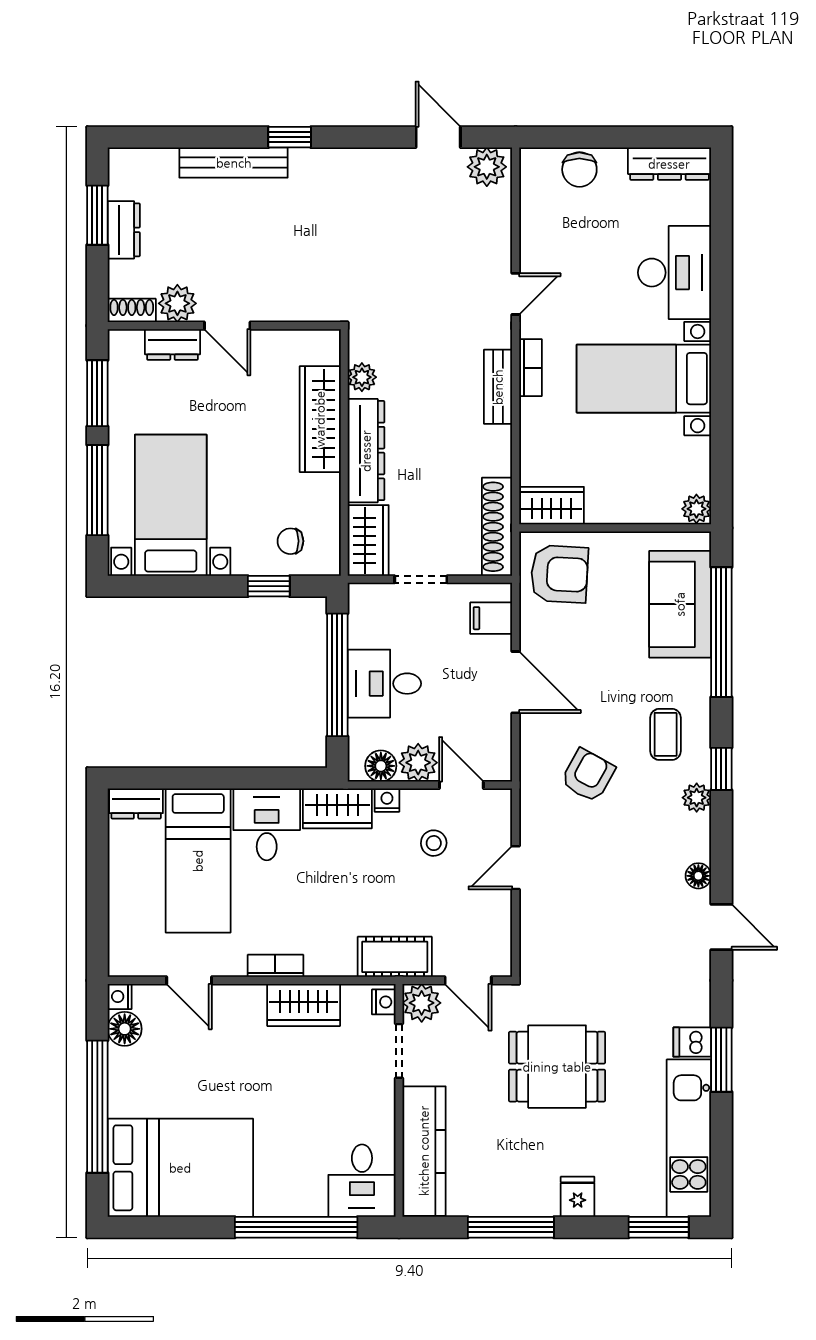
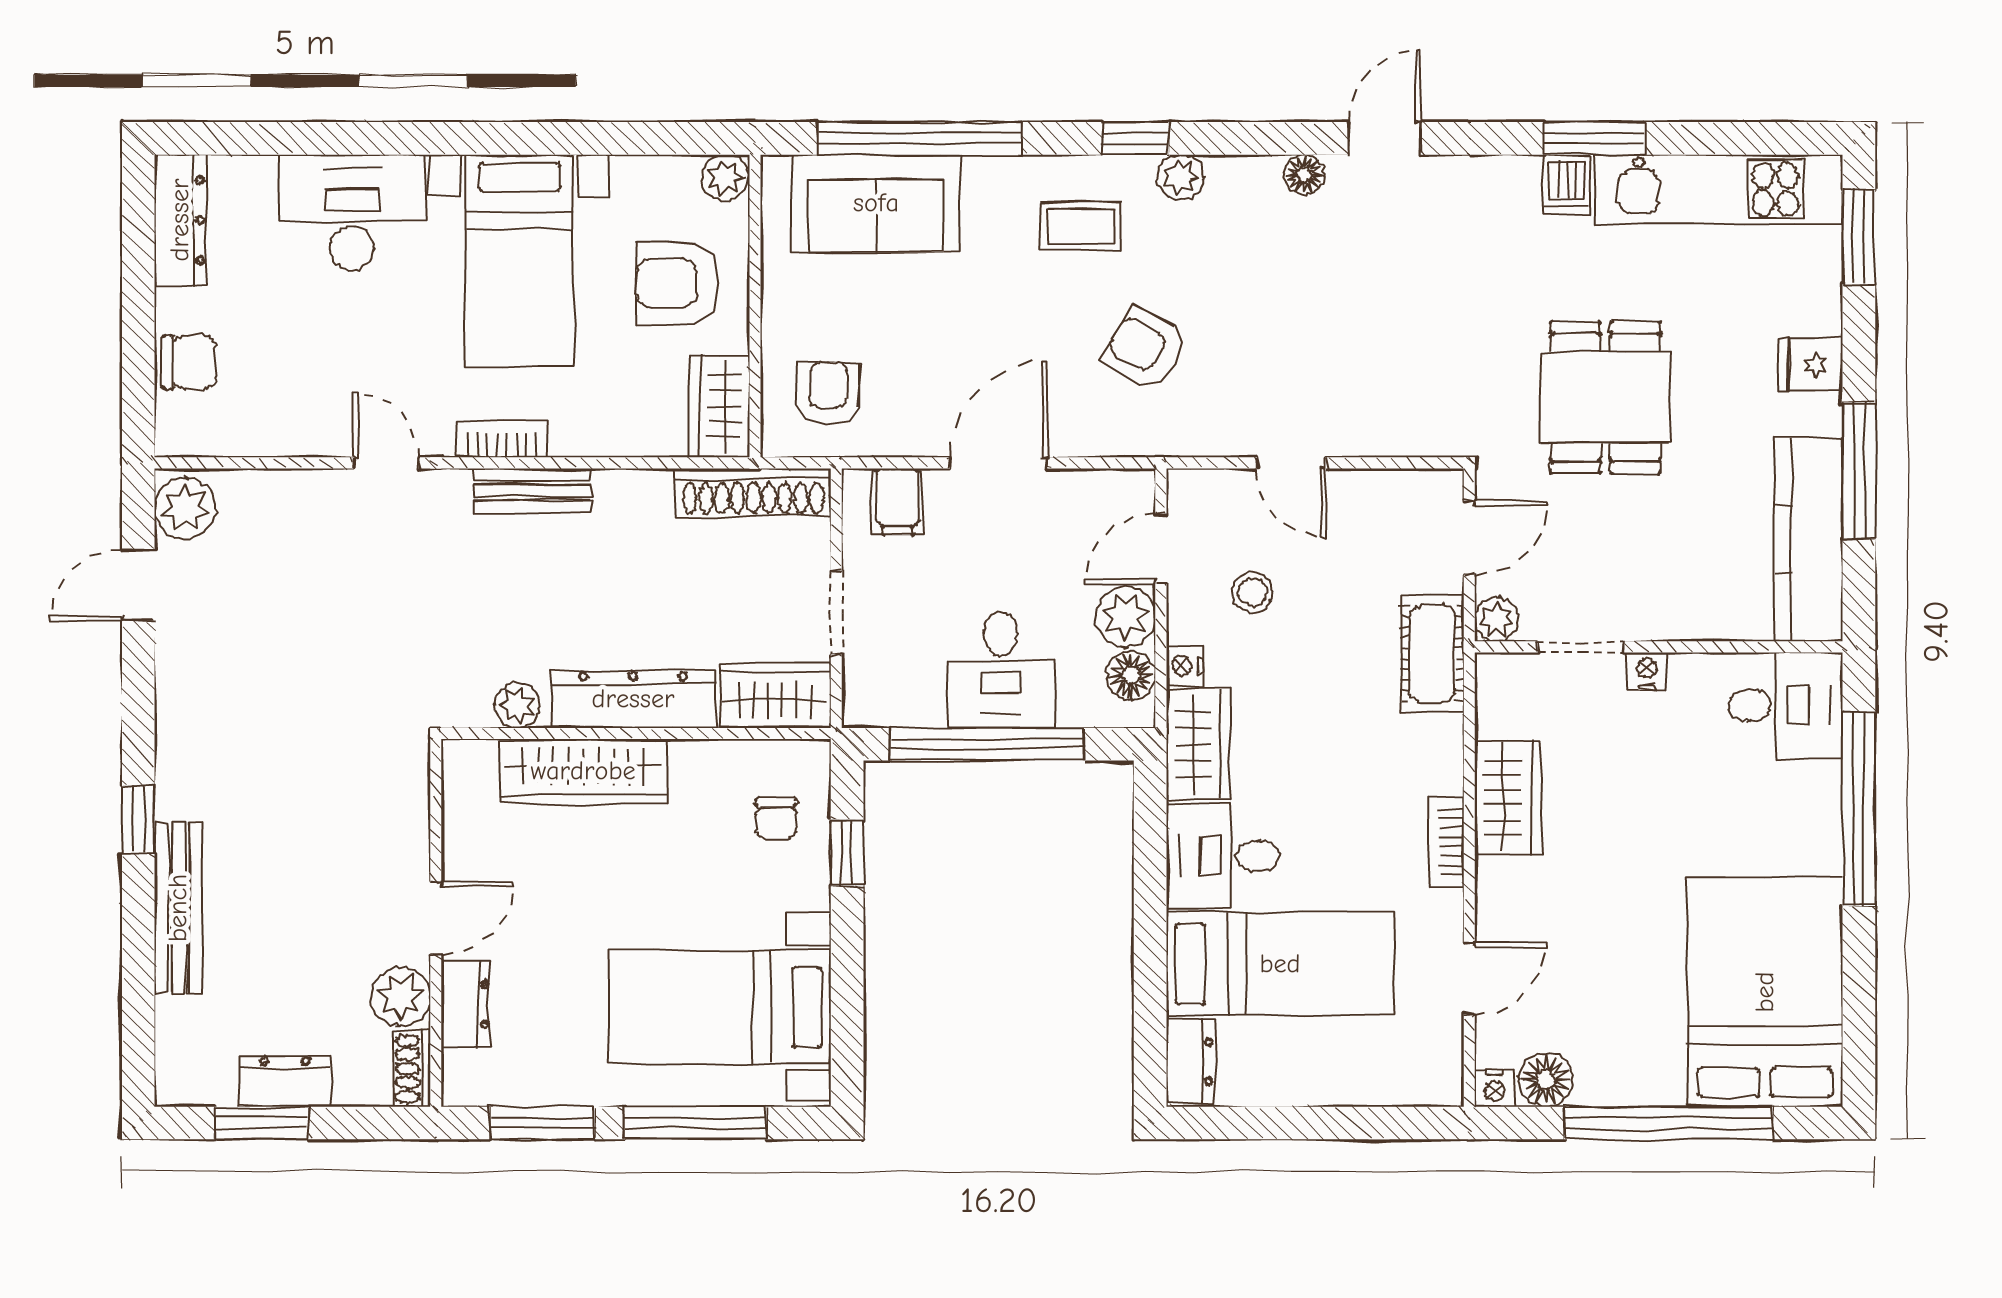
armchair: (630, 479) -> (678, 283), added
armchair: (559, 574) -> (828, 394), width x0.72, depth x0.72
nightstand: (384, 1002) -> (1646, 671), moved
plant: (422, 1003) -> (1497, 620), width x0.73, depth x0.73
kitchen counter: (424, 1151) -> (1808, 539), moved, turned -90

